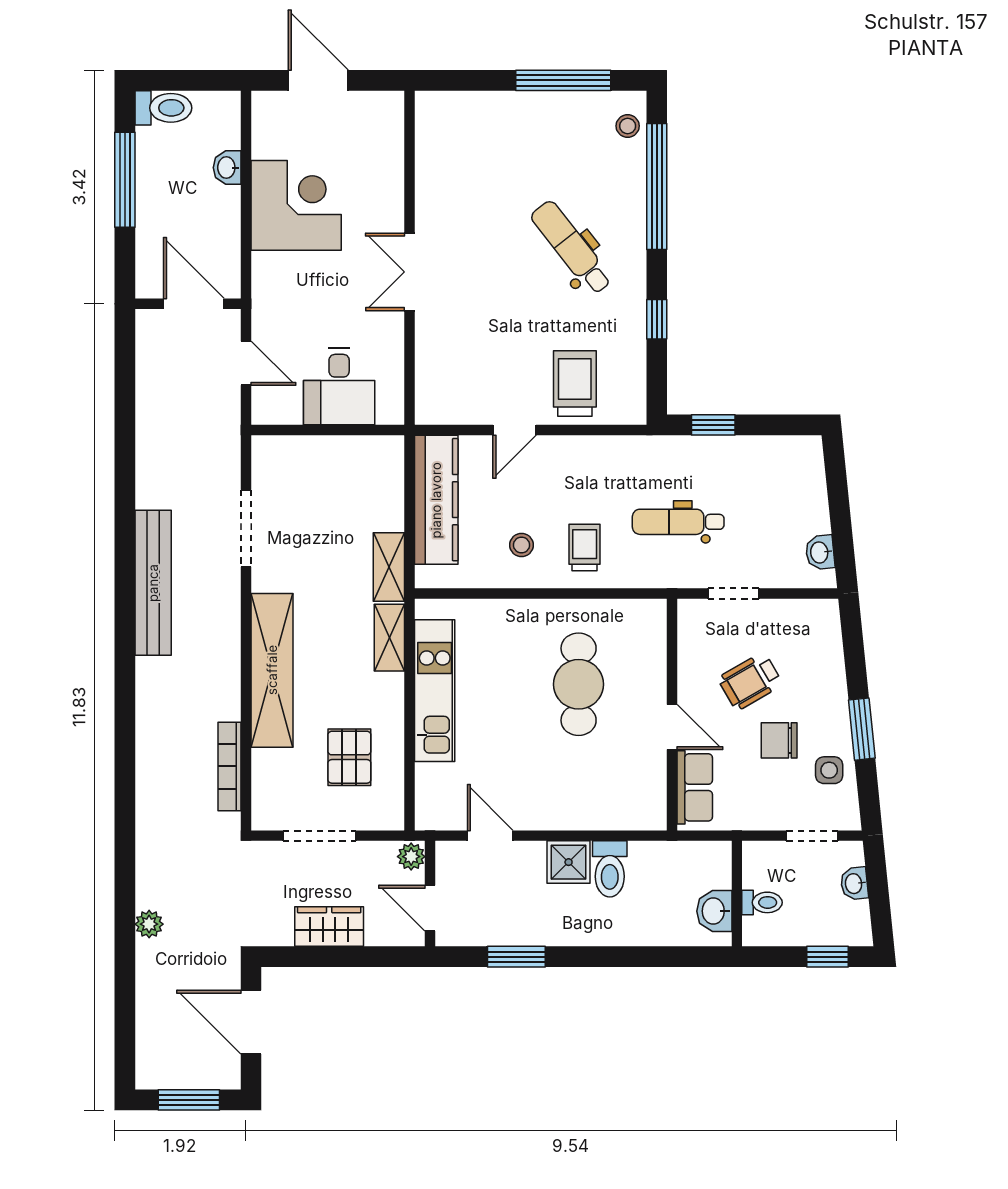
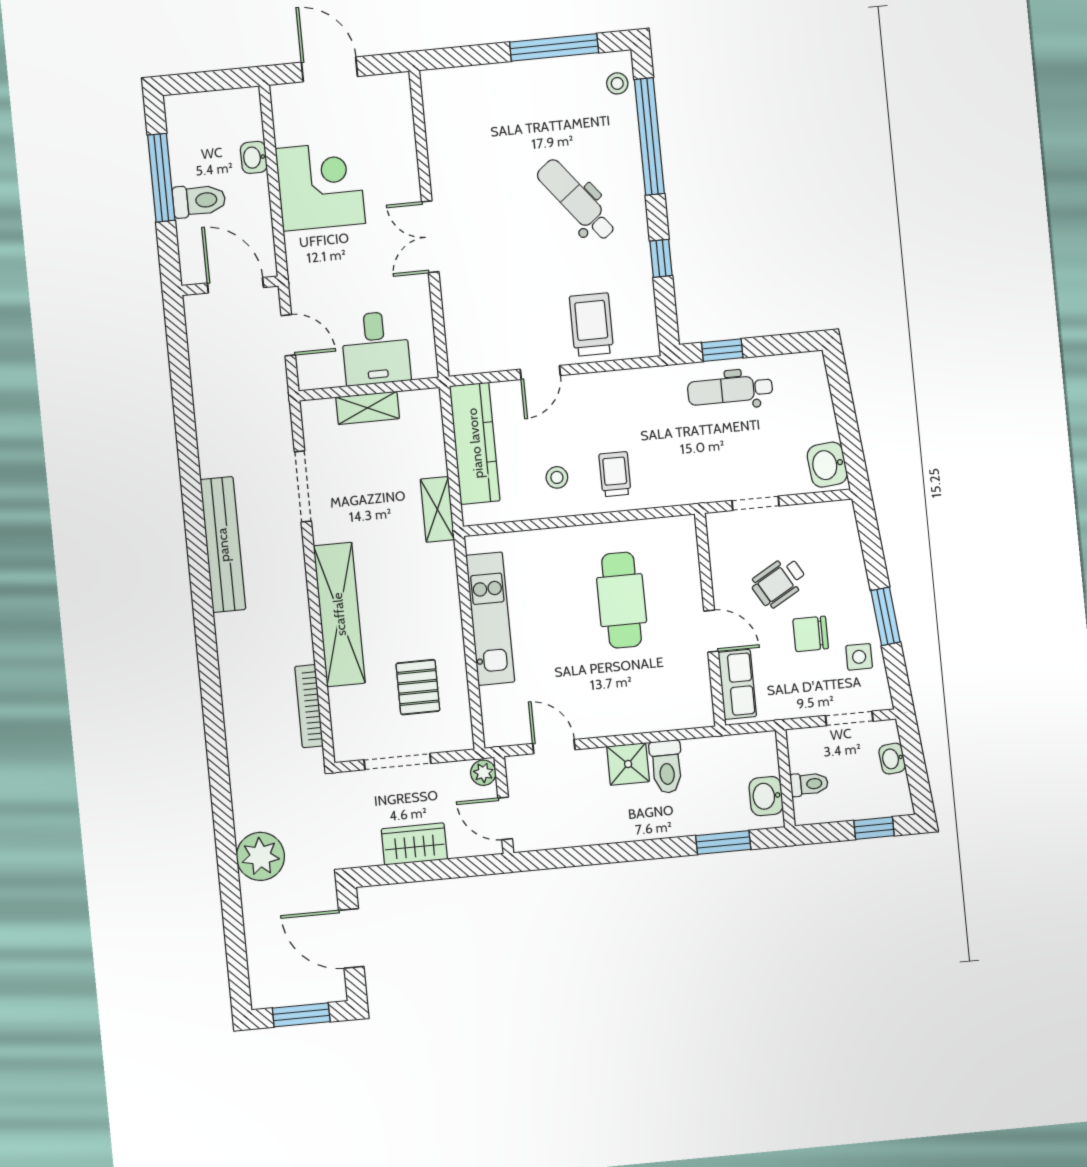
toilet: (163, 108) -> (199, 201), moved
dental chair: (678, 522) -> (730, 390), moved
washbasin: (820, 552) -> (827, 465), width x1.38, depth x1.45
shelving: (389, 638) -> (368, 408), moved, turned 90
plant: (149, 924) -> (260, 856), width x1.87, depth x1.87
window: (516, 957) -> (723, 842), moved

